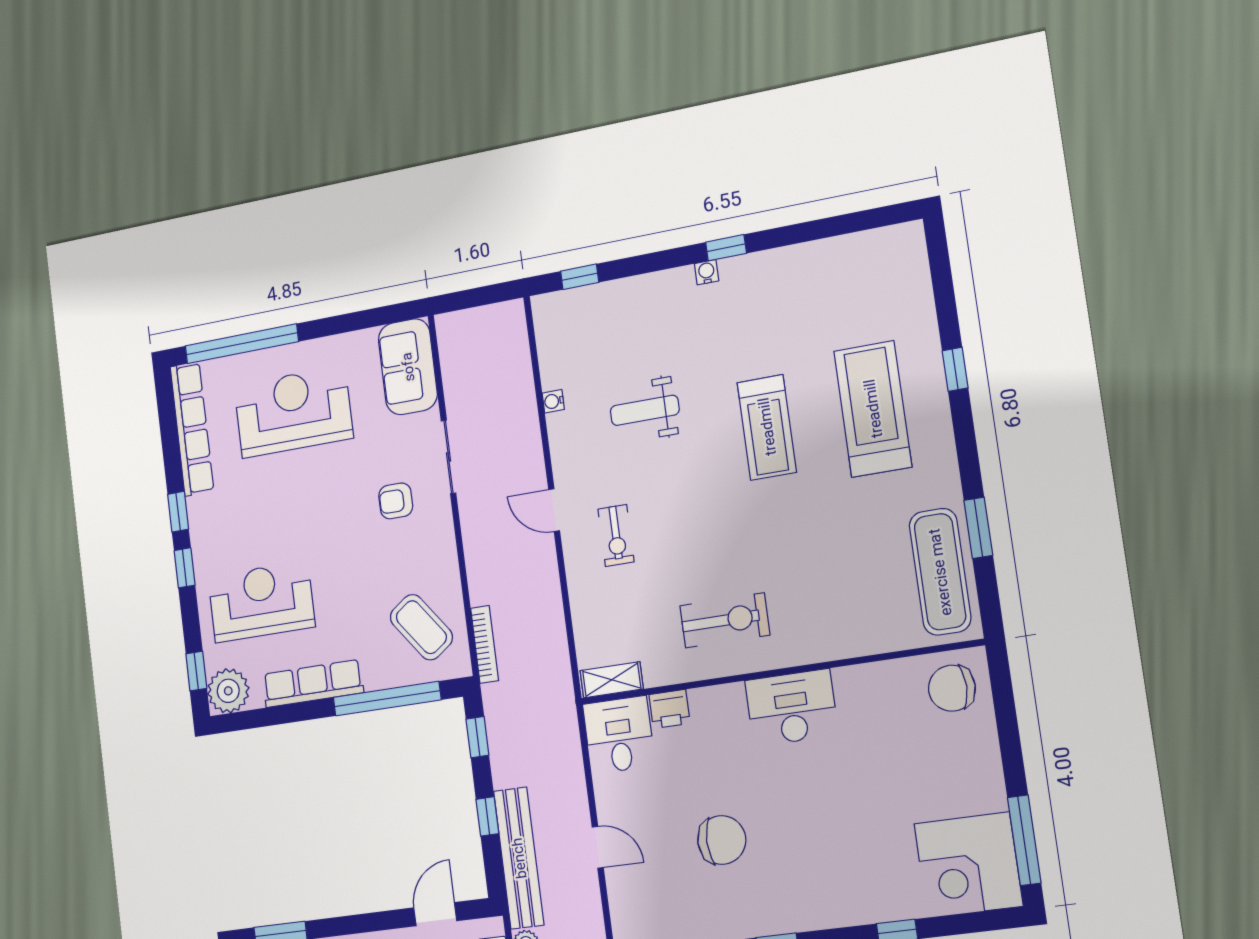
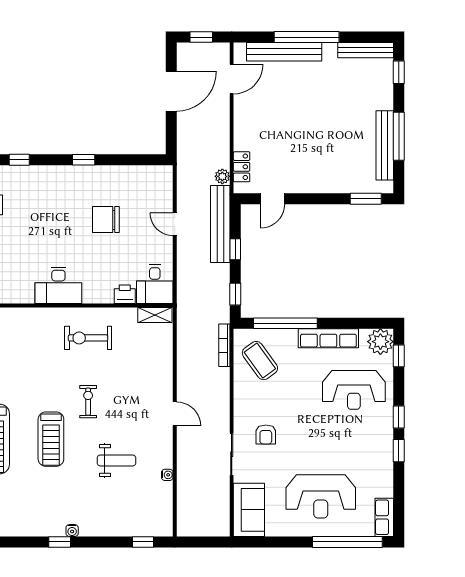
treadmill: (767, 427) -> (51, 439), turned 180
row of seats: (192, 429) -> (384, 517), width x0.50
armchair: (396, 501) -> (266, 435), turned 90
exercise bike: (616, 536) -> (88, 402), moved

